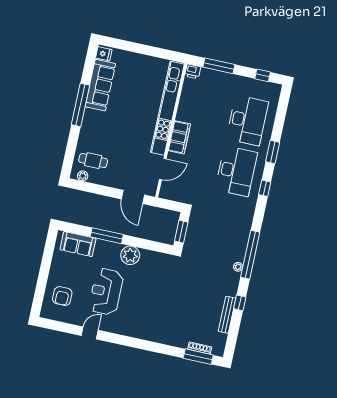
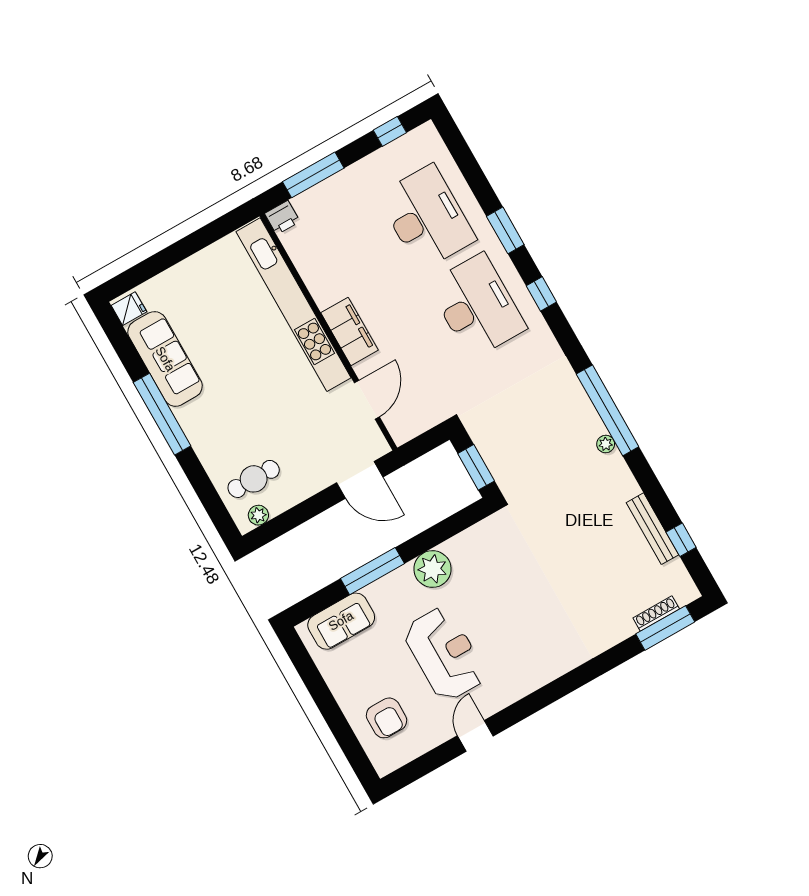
reception desk: (106, 292) -> (445, 654), turned 180
window: (240, 303) -> (681, 540), moved

